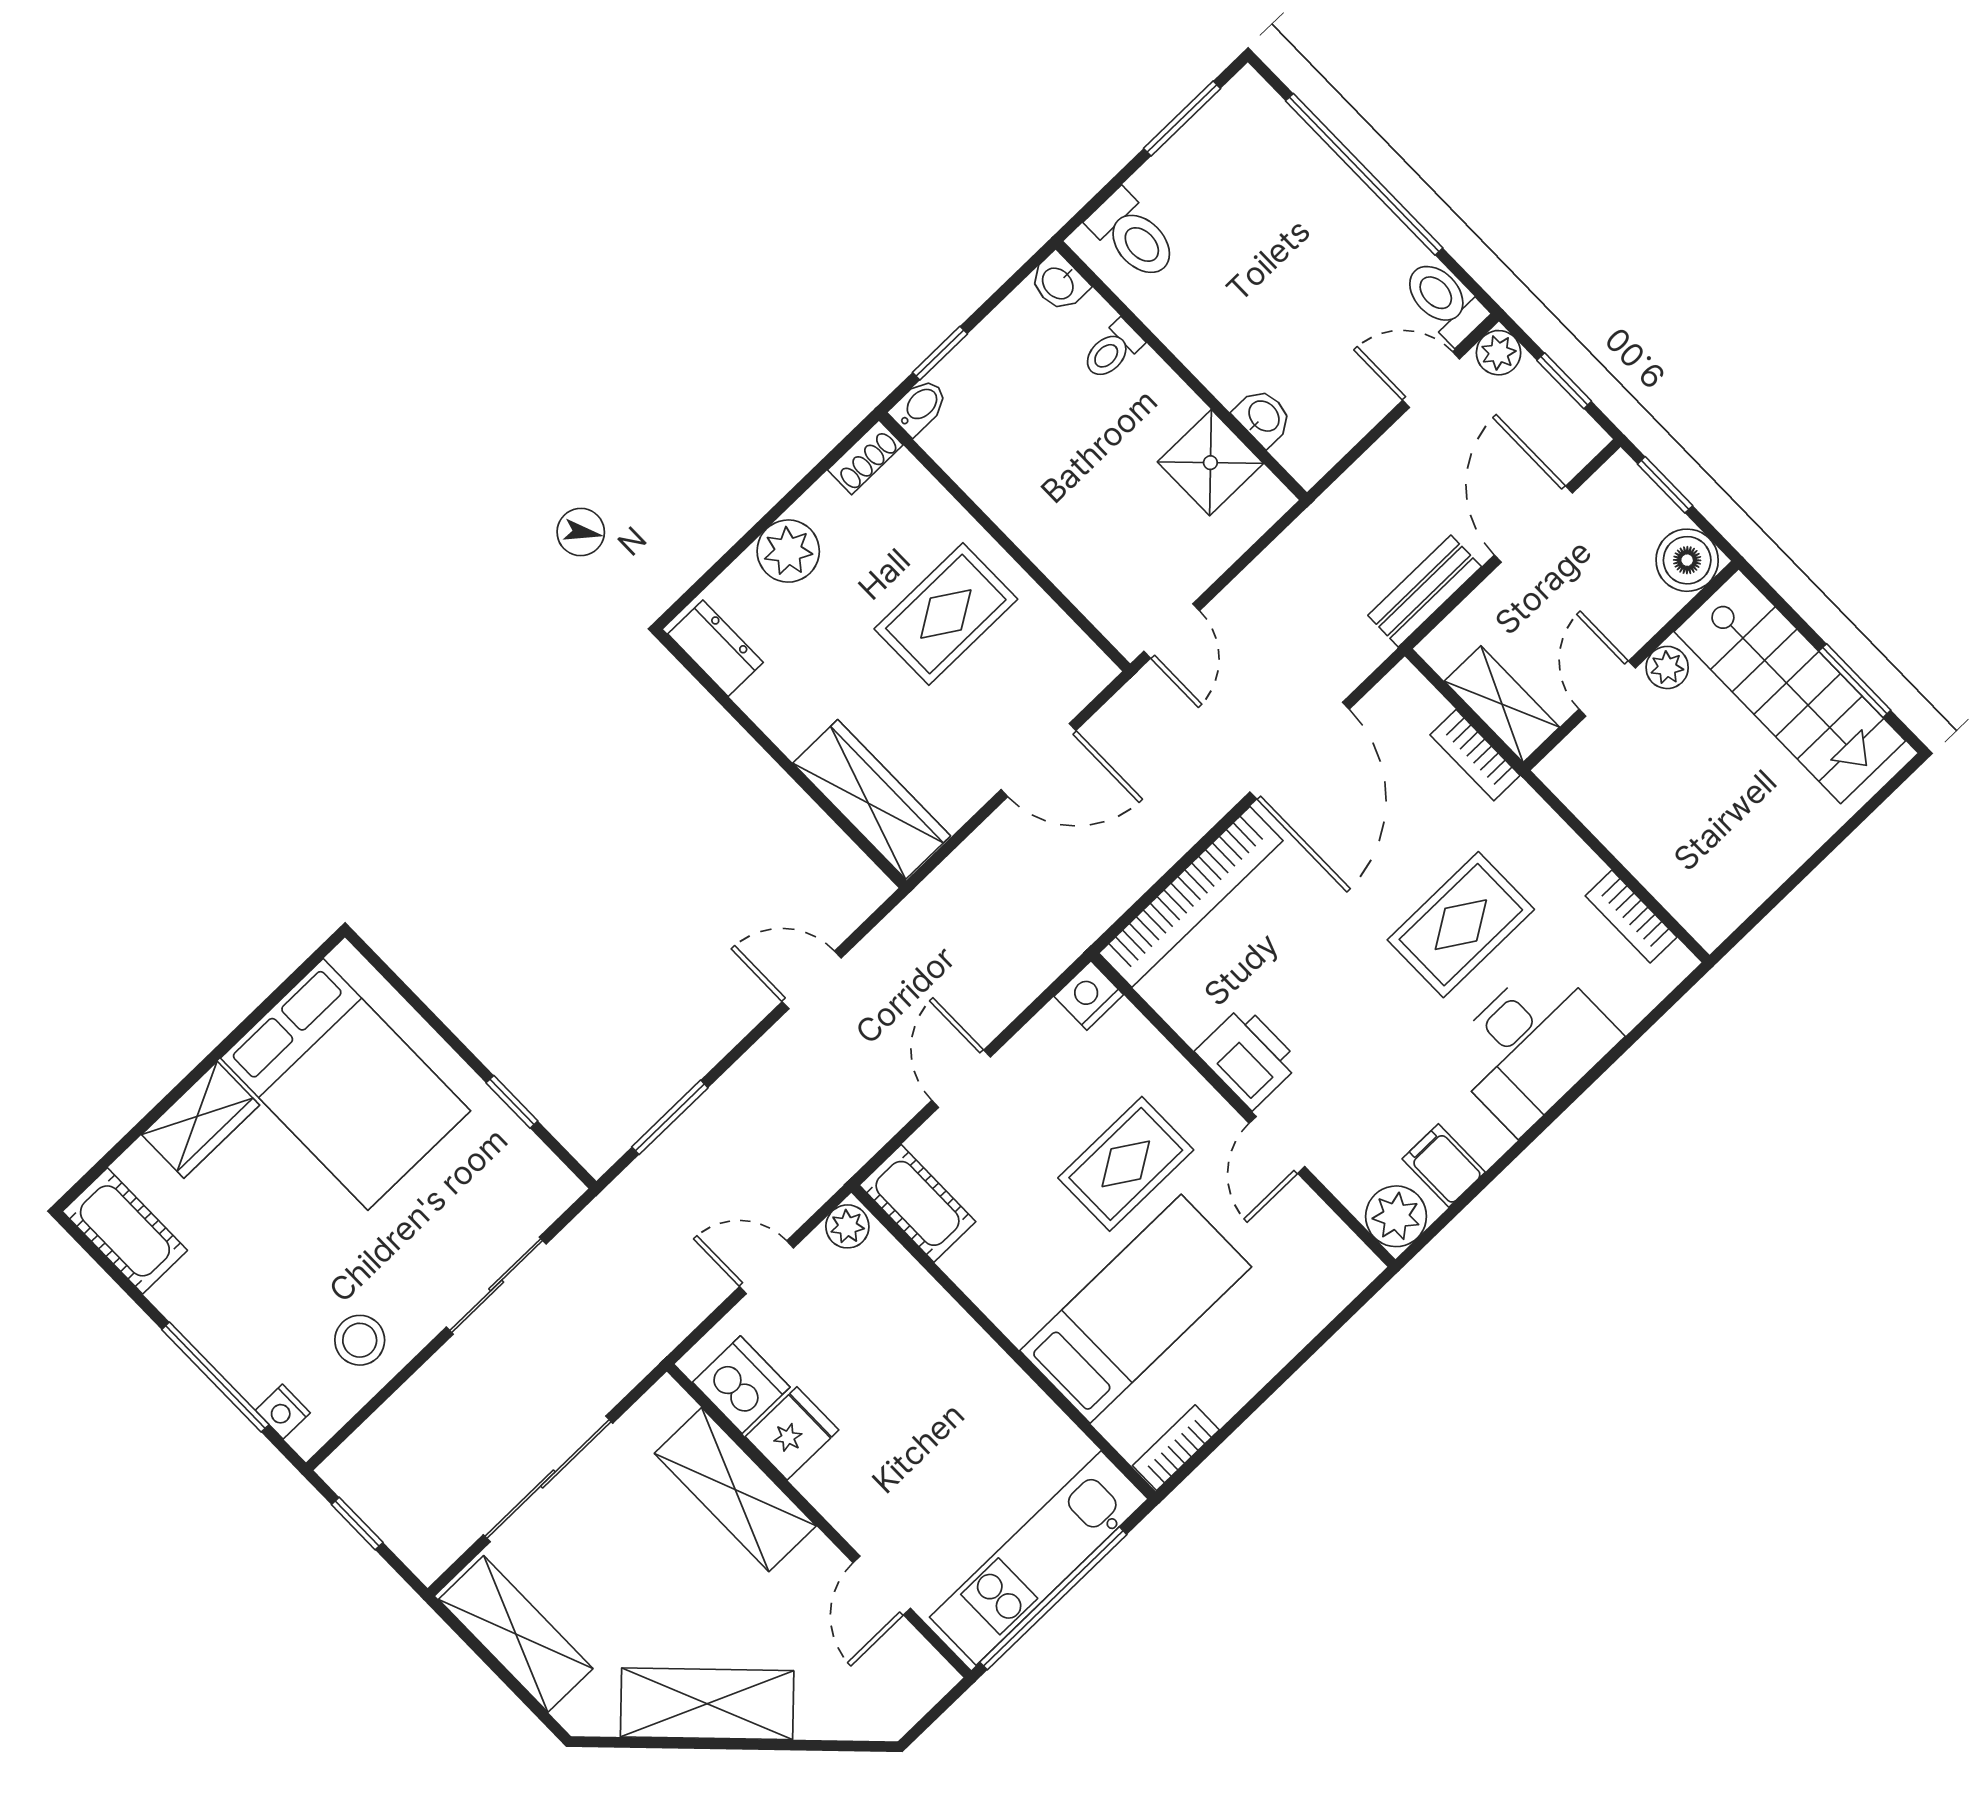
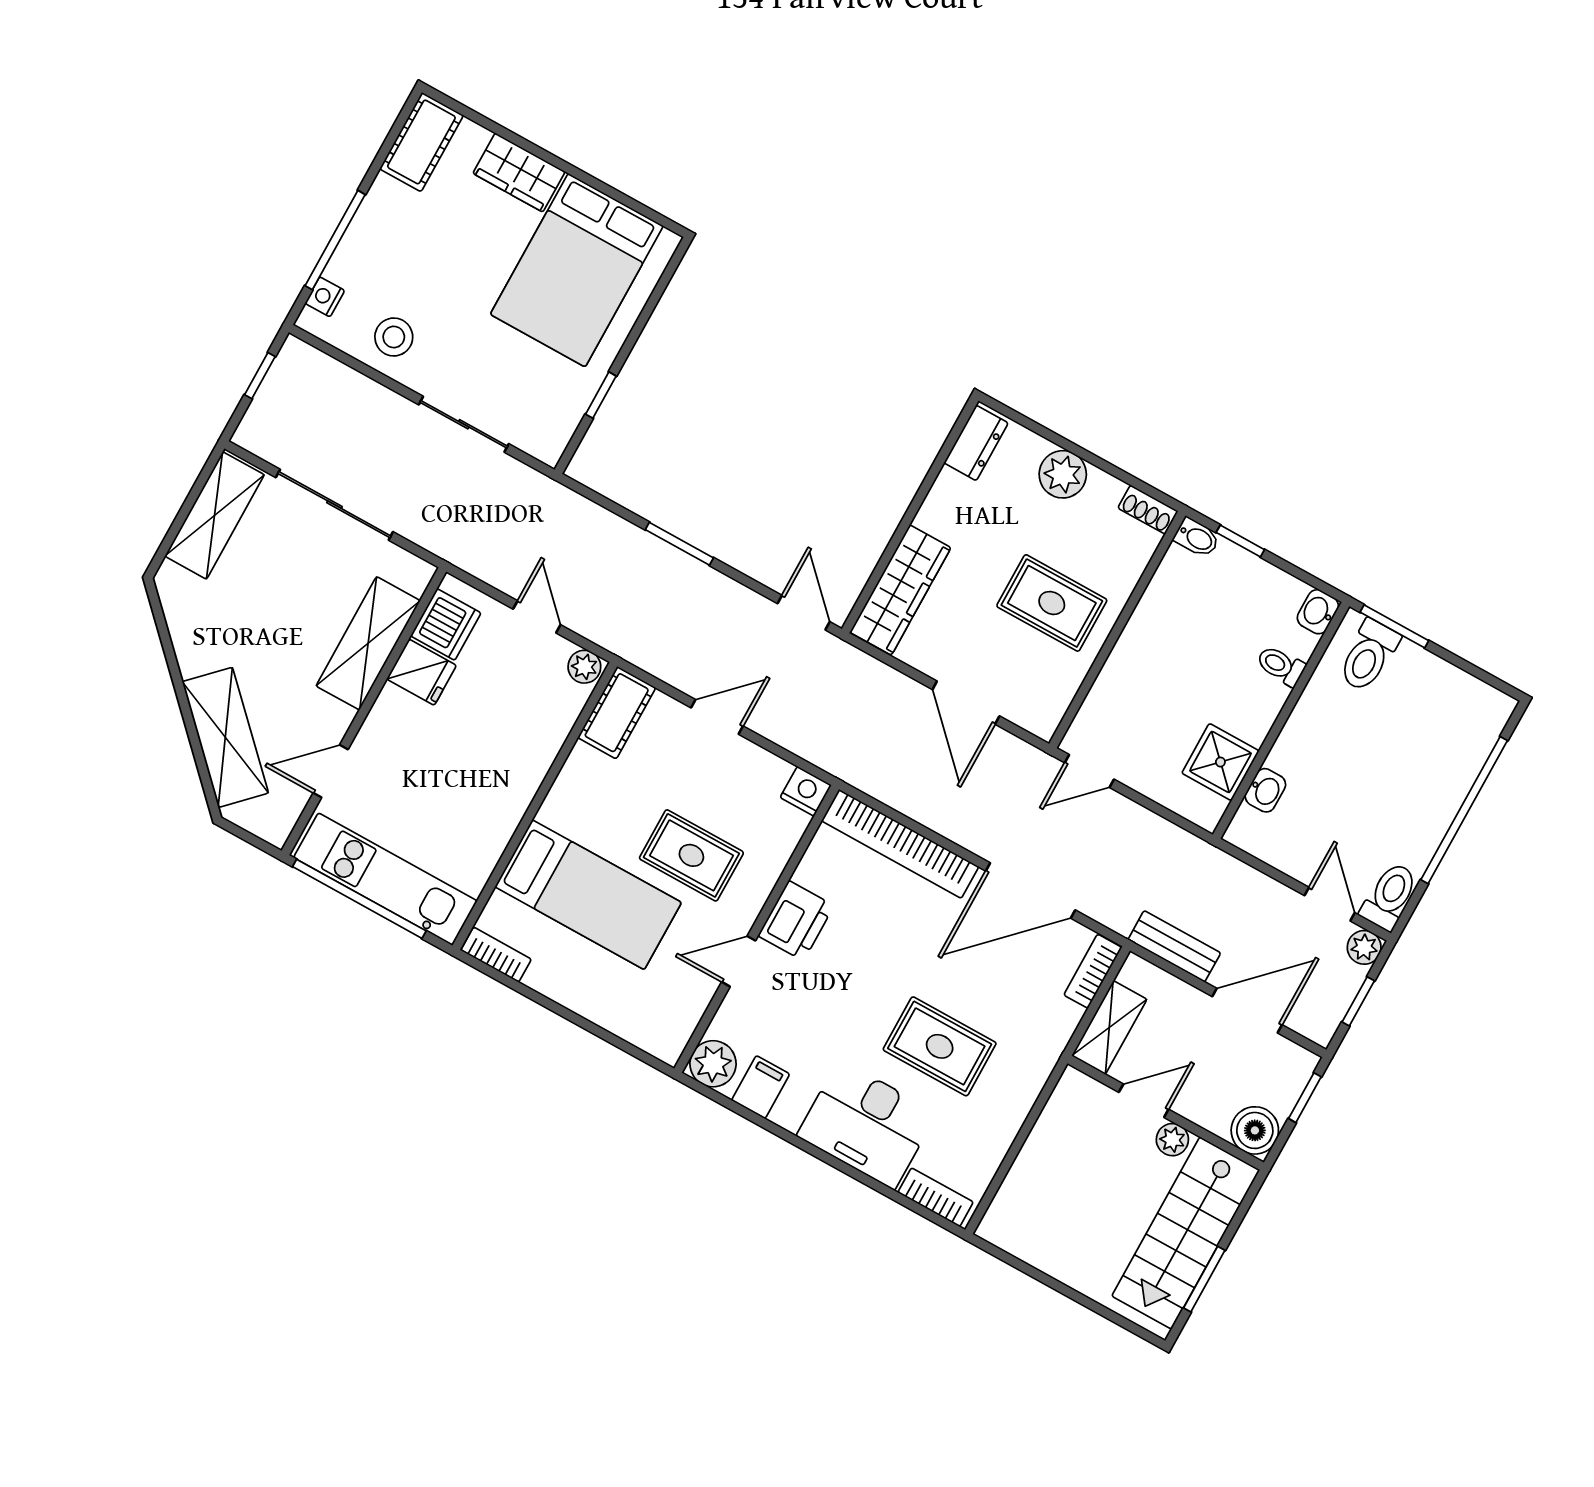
window: (1182, 118) -> (1394, 626), moved
bookcase: (1475, 755) -> (1093, 971), moved
bookcase: (1631, 917) -> (936, 1197), moved, turned 90
door: (812, 980) -> (804, 613), moved
window: (670, 1117) -> (679, 544), moved
shelving: (707, 1704) -> (225, 737), moved

